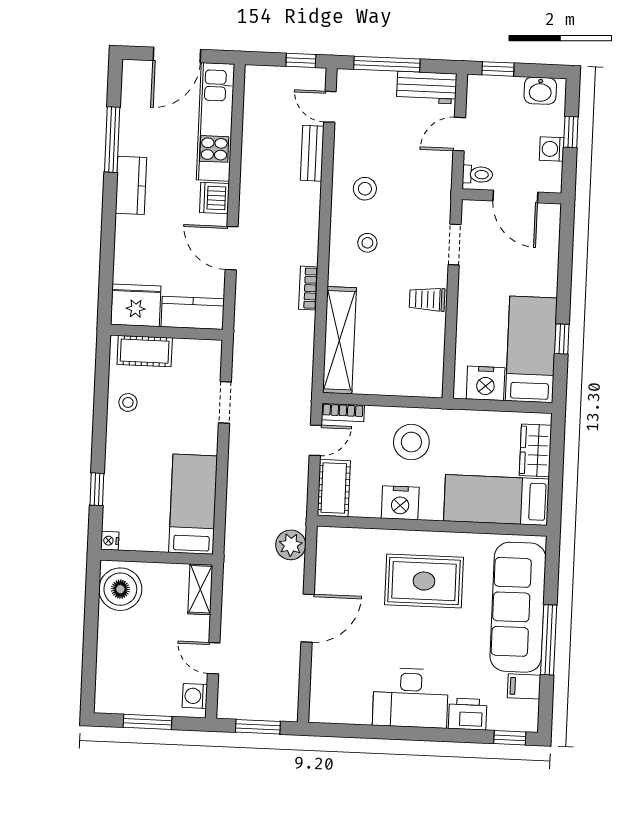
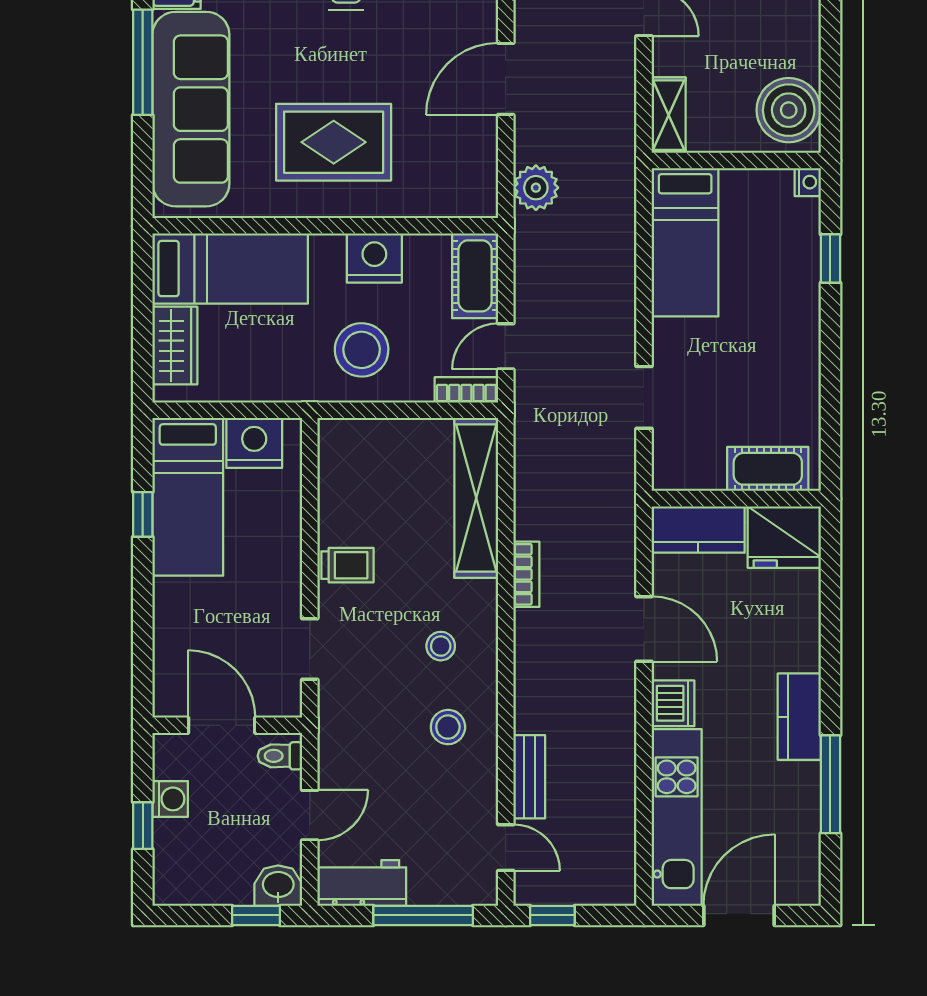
washbasin: (540, 91) -> (278, 886), moved
stool: (128, 402) -> (789, 391), removed

